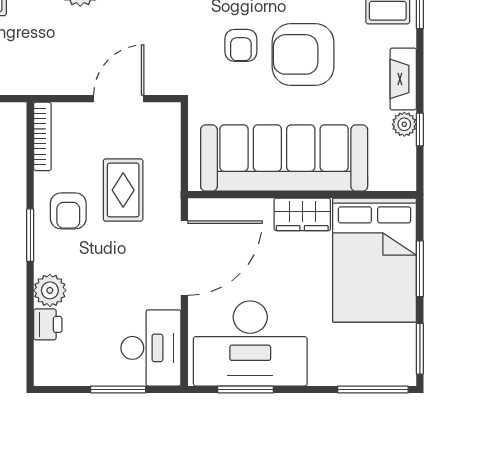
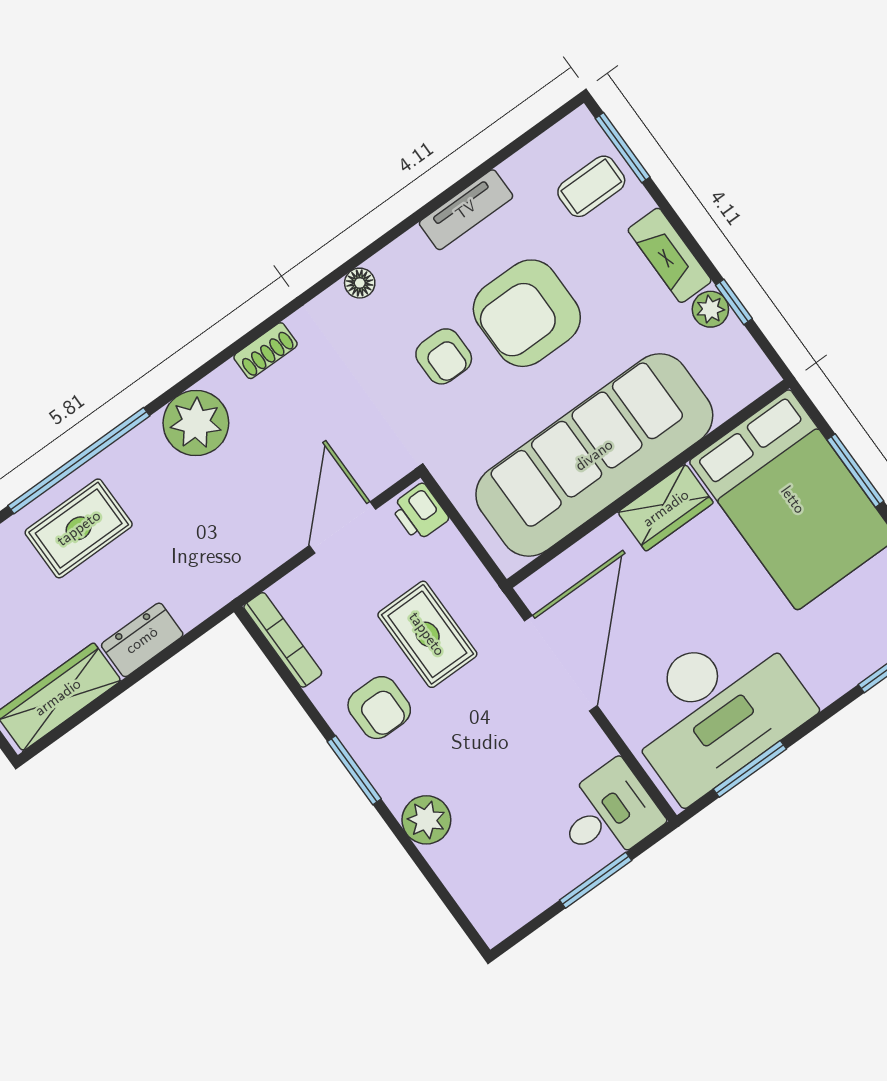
printer: (48, 324) -> (420, 512), moved, turned 180
desk: (151, 348) -> (608, 814), width x0.73

